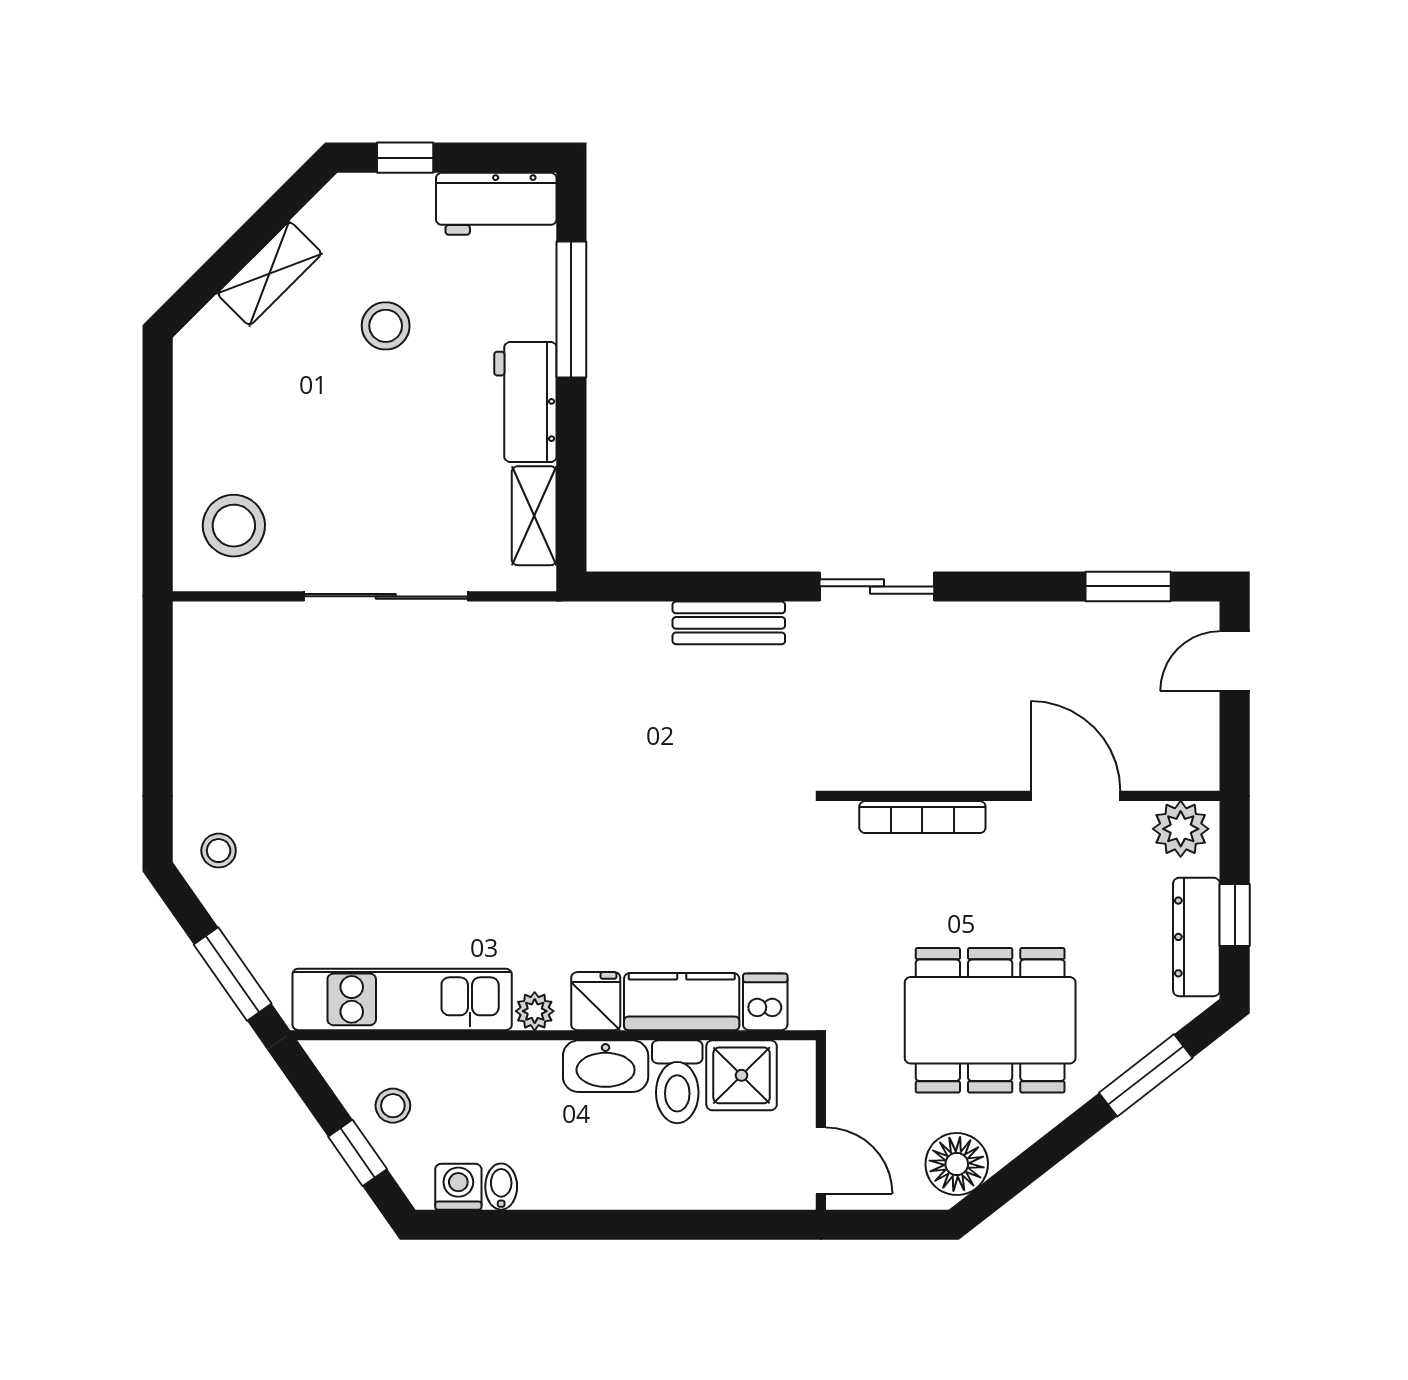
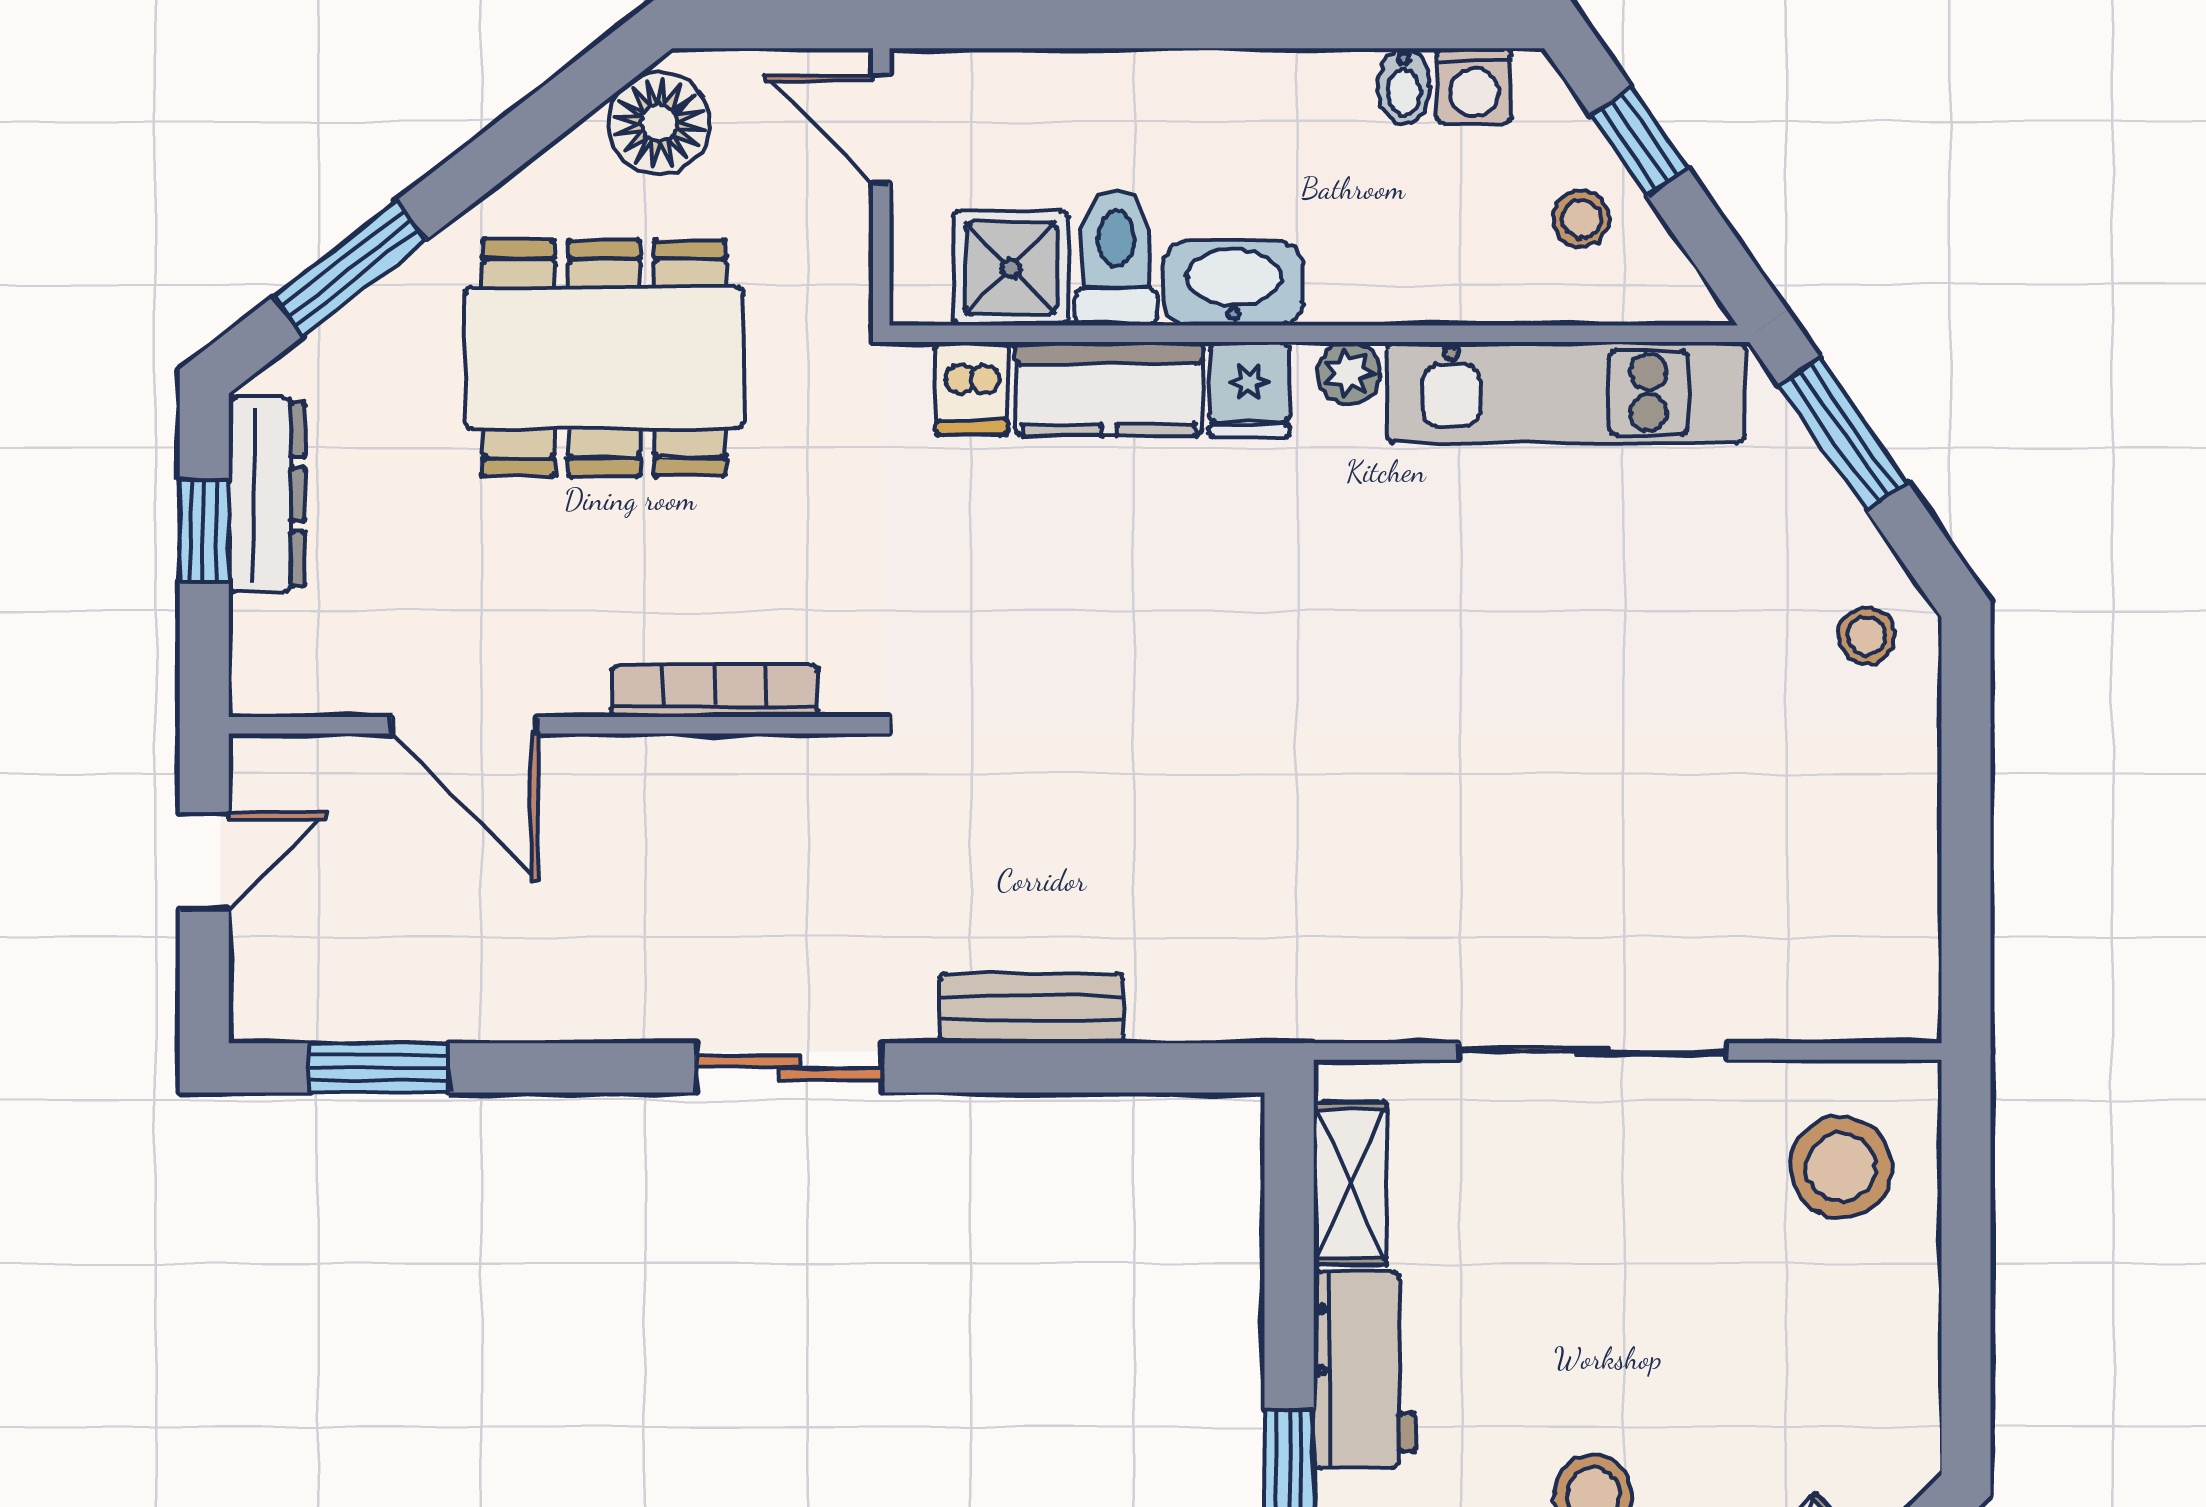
door: (1235, 661) -> (204, 861), moved
plant: (1181, 829) -> (293, 671), removed

